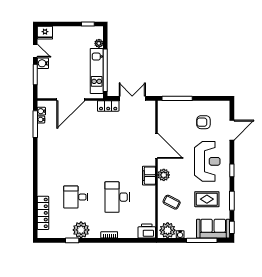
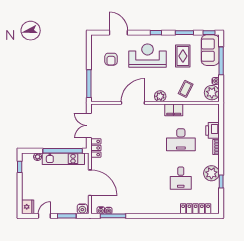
water cooler: (43, 63) -> (82, 209), moved
filing cabinet: (149, 176) -> (174, 110), moved
printer: (147, 231) -> (212, 130), moved

